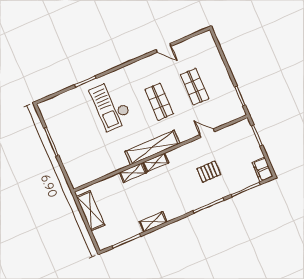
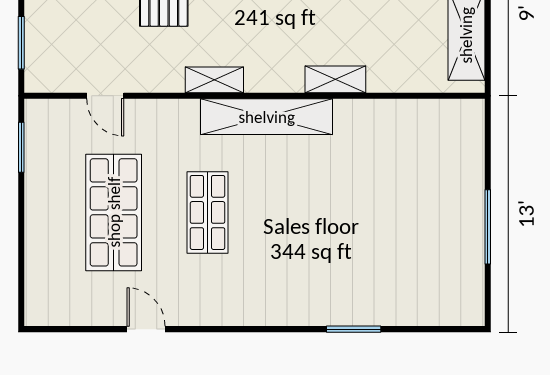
shop shelf: (195, 87) -> (114, 212), width x1.43, depth x1.36
checkout: (111, 105) -> (319, 251), removed
door: (207, 133) -> (105, 96), moved
shelving: (156, 163) -> (214, 80), moved

